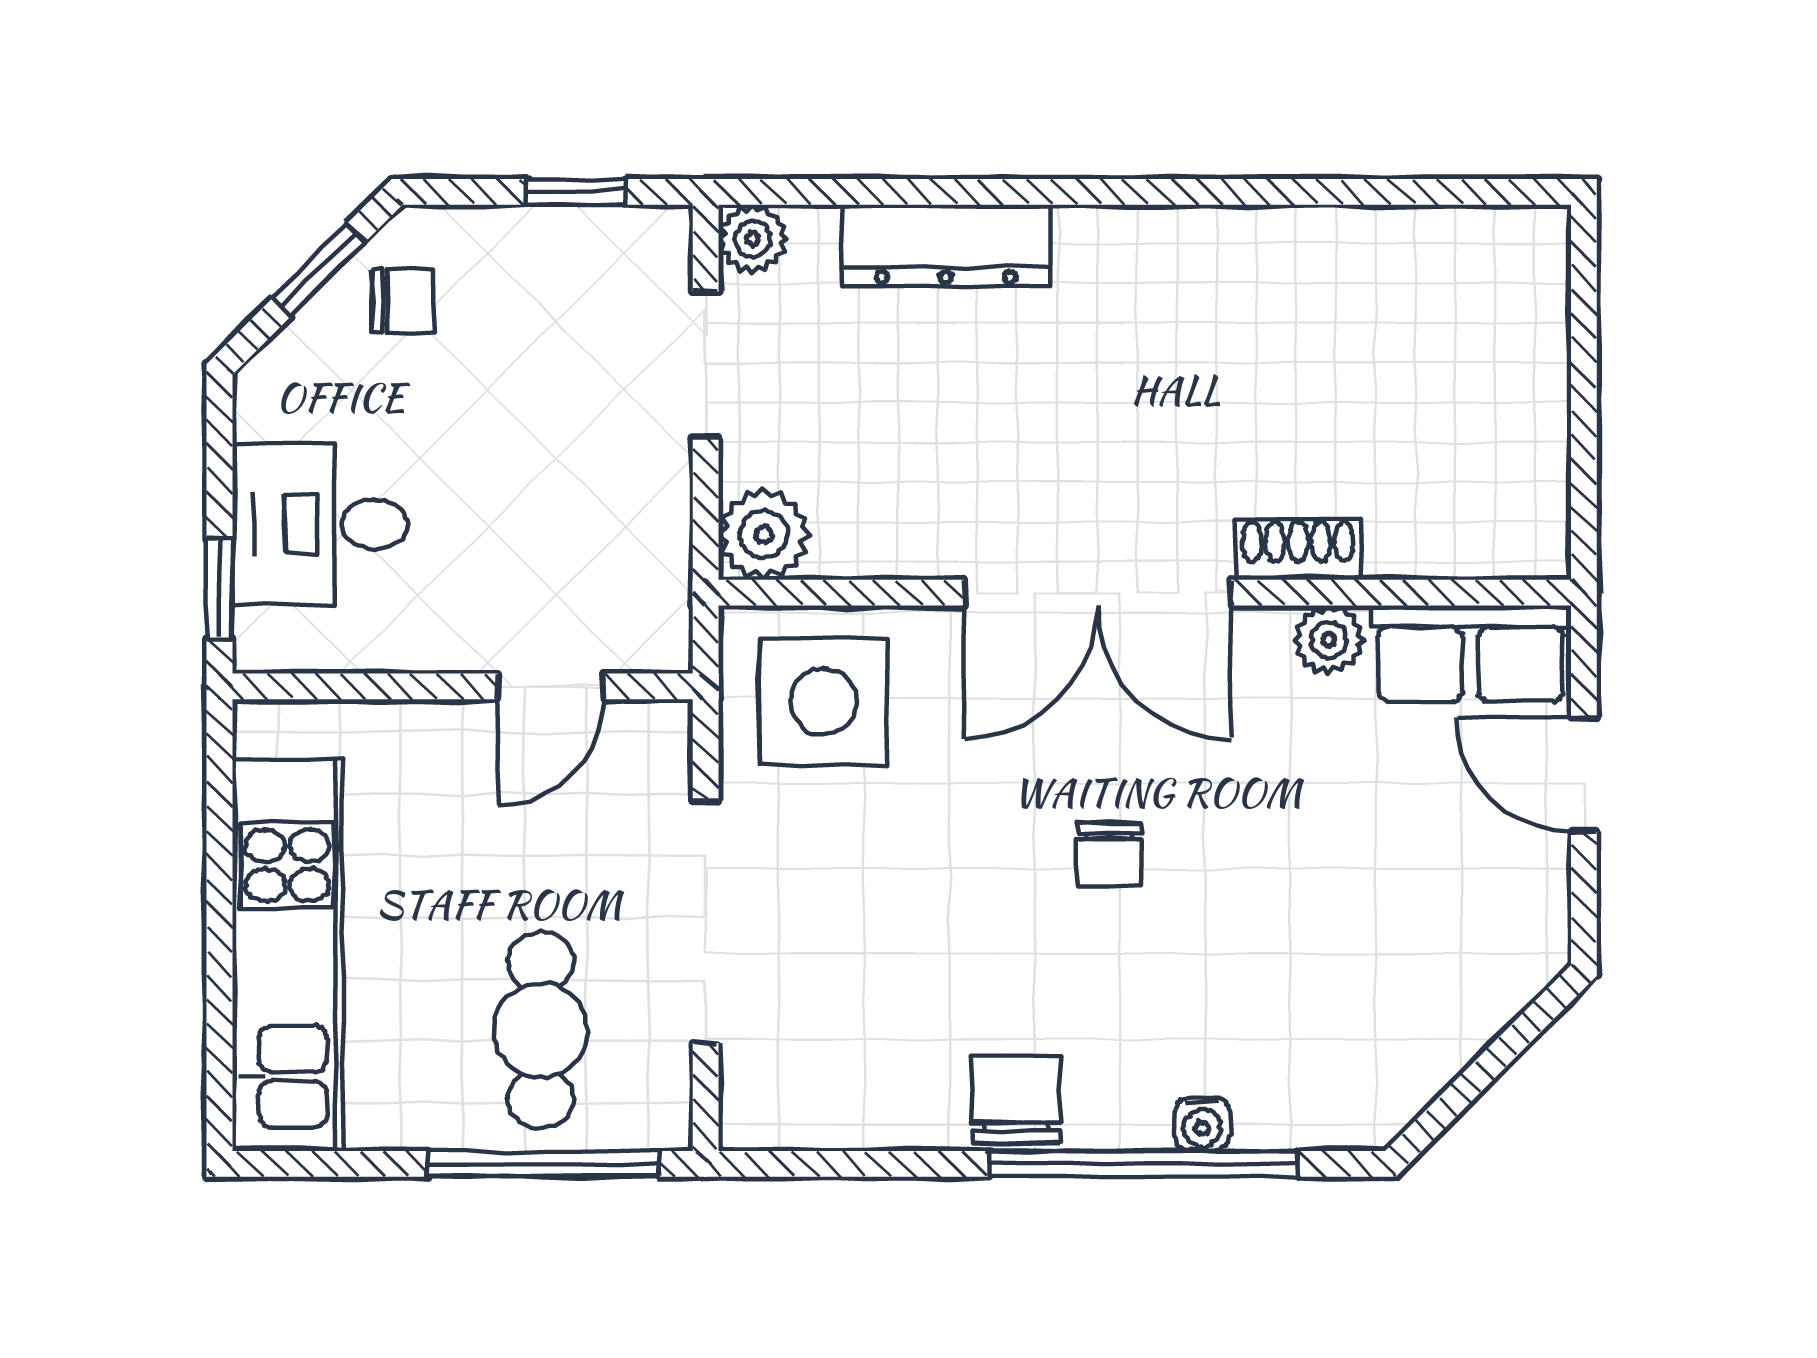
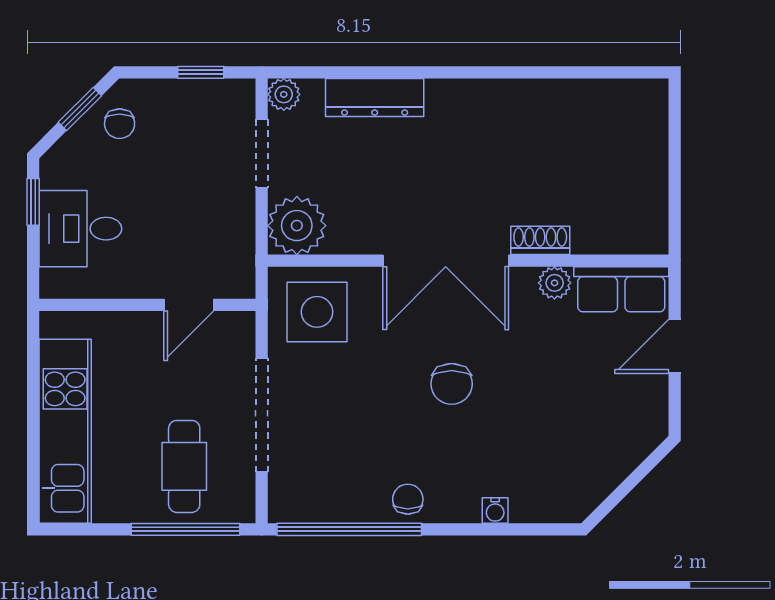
chair: (403, 301) -> (120, 124), turned 90
plant: (764, 534) -> (297, 226), width x1.36, depth x1.36
window: (220, 589) -> (33, 202), moved
door: (1584, 775) -> (675, 346), hinge flipped
chair: (1110, 855) -> (452, 384), width x1.37, depth x1.37
chair: (1017, 1100) -> (408, 499), width x0.73, depth x0.73
window: (1144, 1164) -> (349, 529), moved

